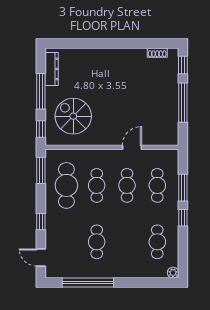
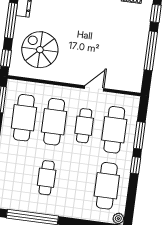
cafe table: (97, 185) -> (54, 122), width x1.37, depth x1.35
cafe table: (157, 185) -> (114, 130), width x1.37, depth x1.35
cafe table: (157, 242) -> (107, 186), width x1.37, depth x1.35

